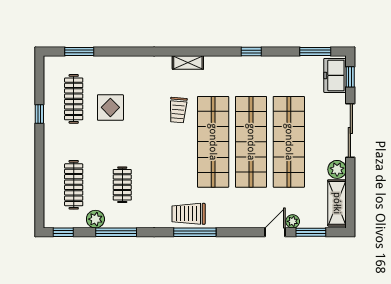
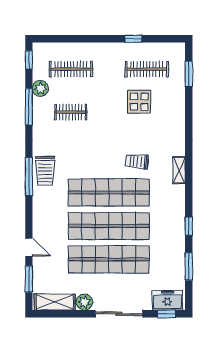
window: (315, 51) -> (189, 266), moved
trolley: (189, 214) -> (45, 171), turned 180
plant: (293, 221) -> (38, 263), removed

